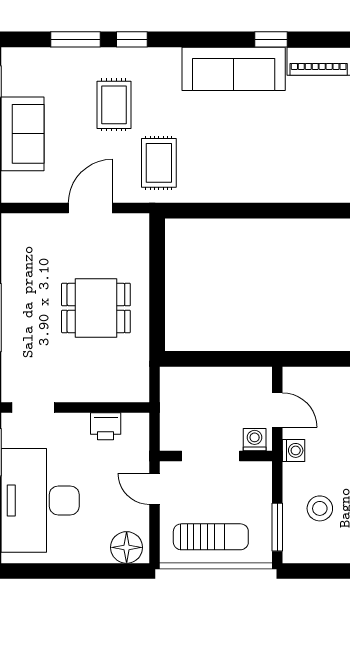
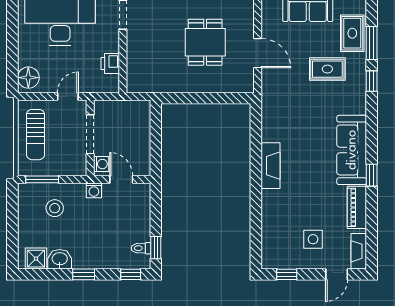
rug: (159, 163) -> (352, 33), moved, turned 90
fireplace: (257, 189) -> (271, 166), added
dining table: (96, 308) -> (205, 42), moved
door: (277, 410) -> (121, 179), swing flipped

